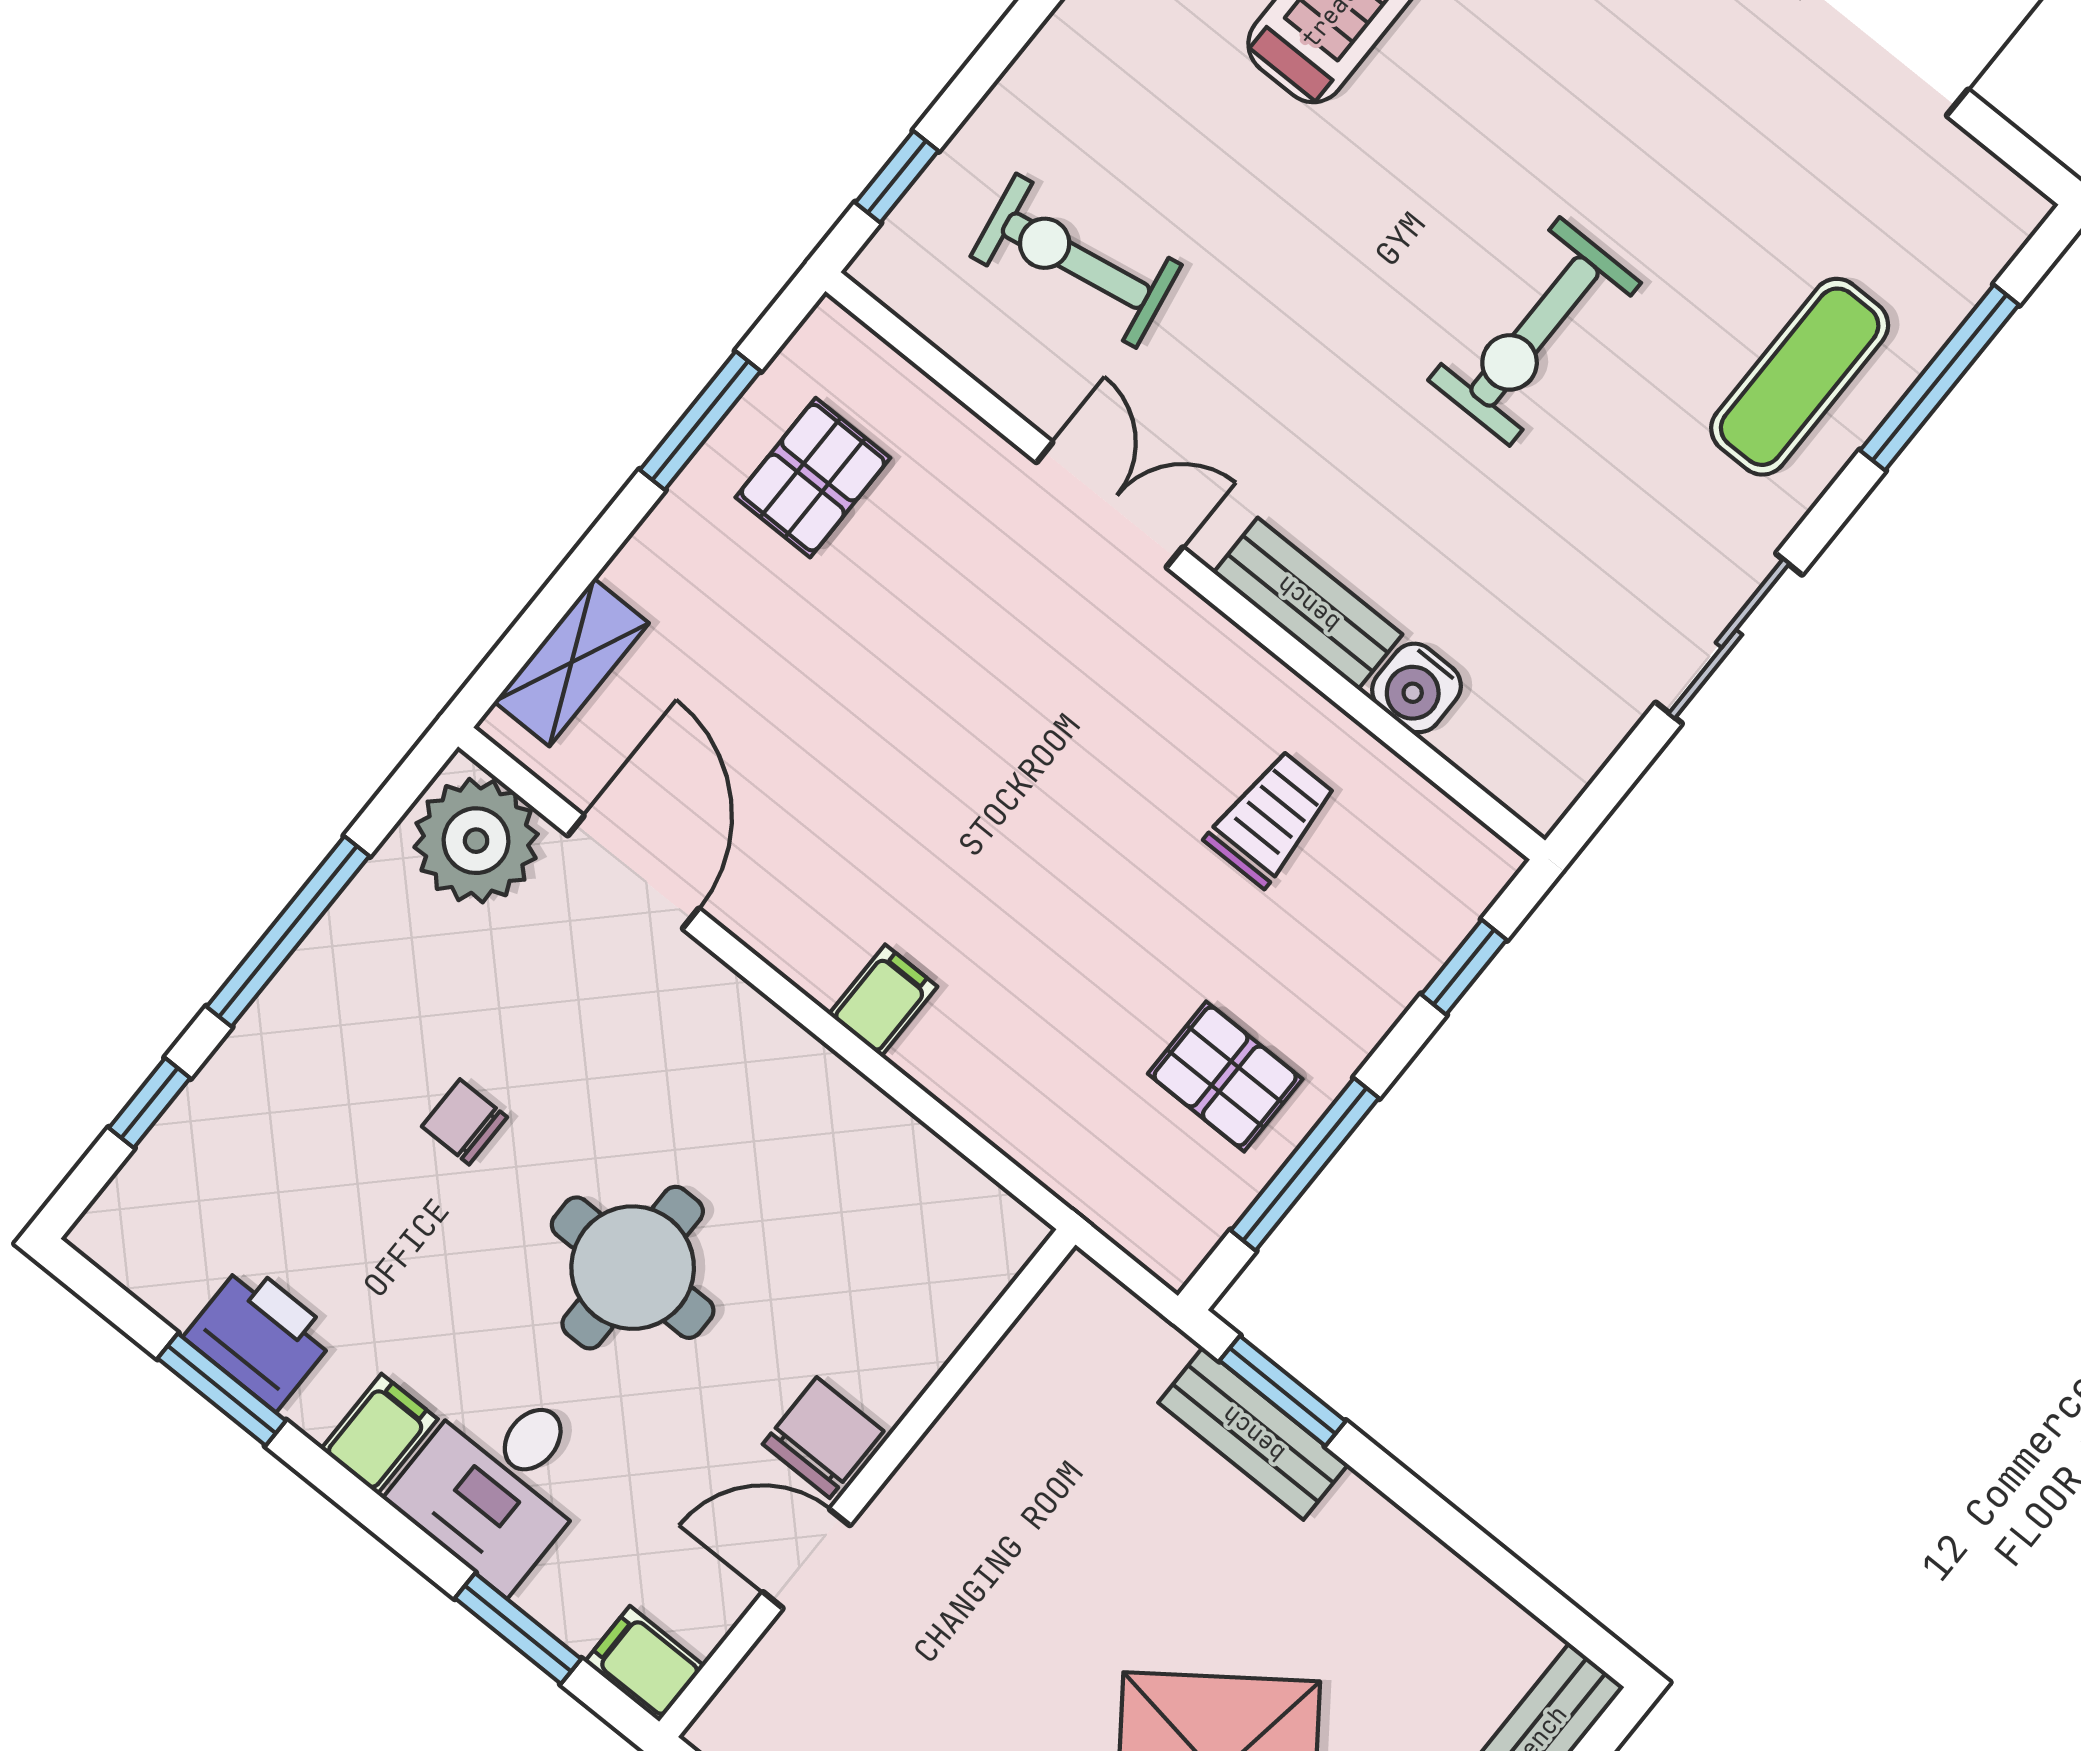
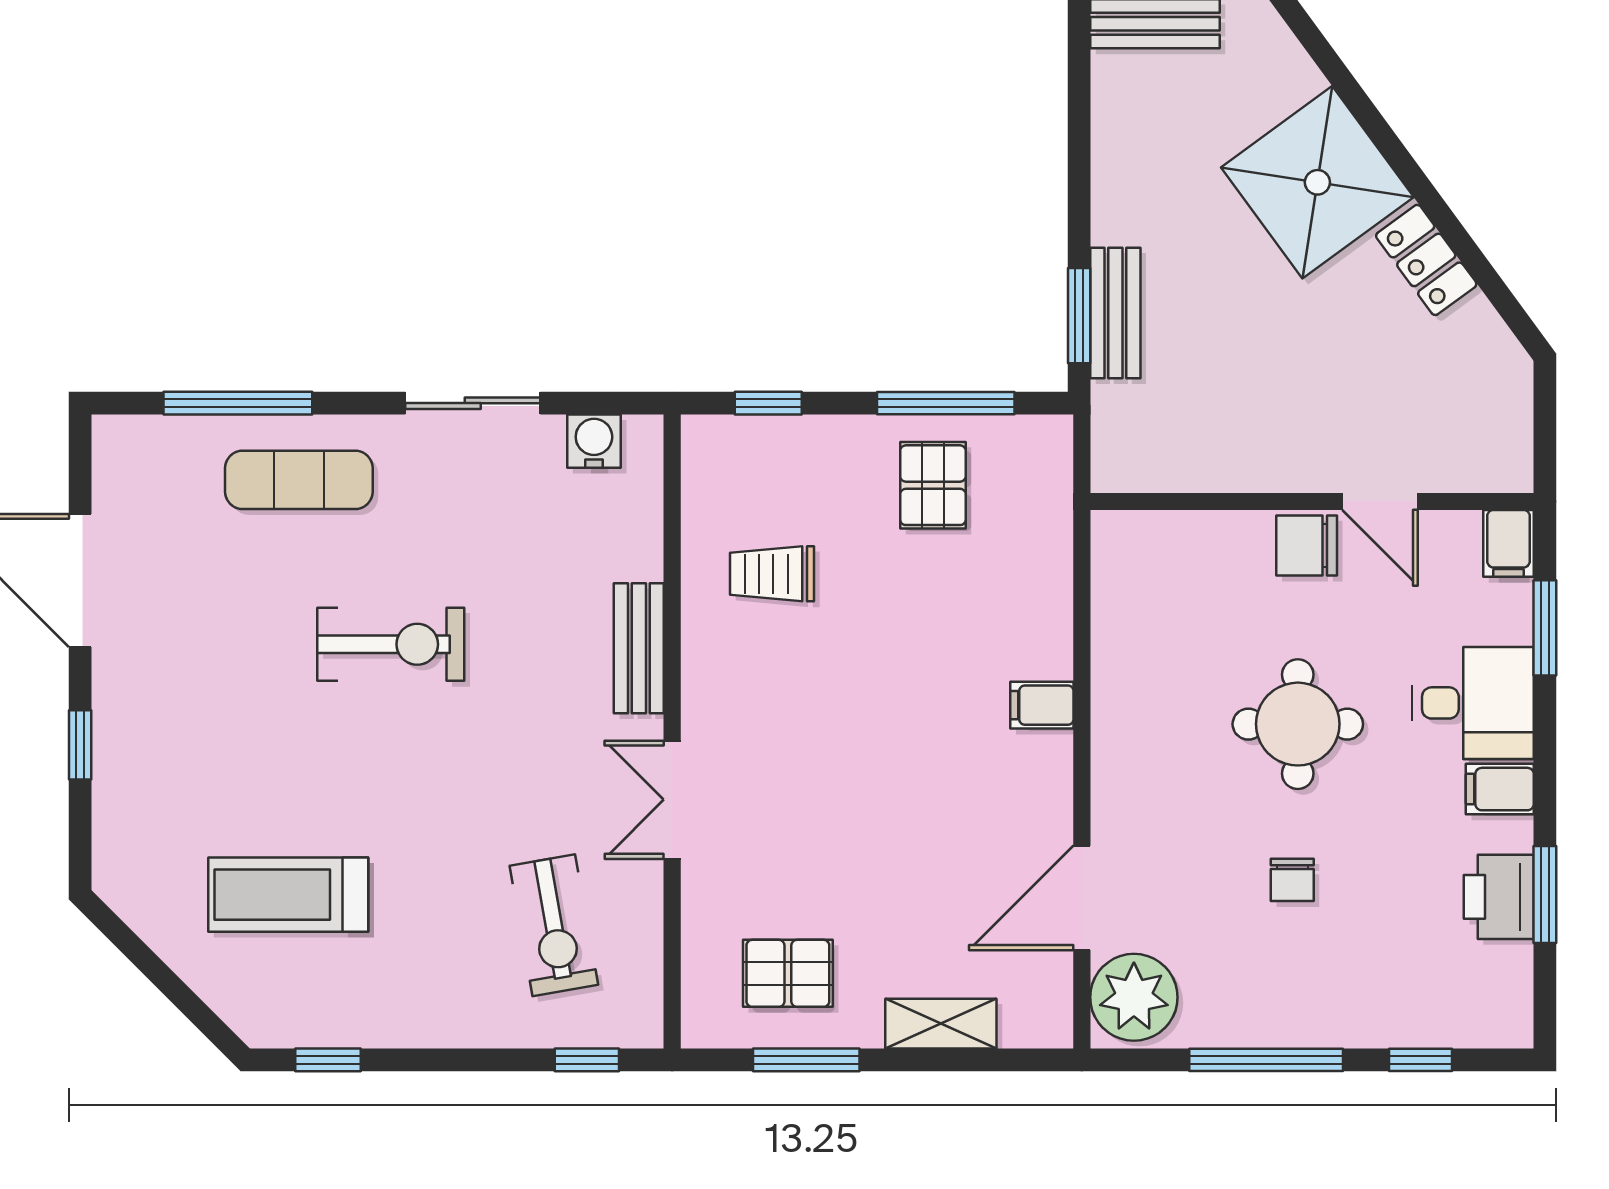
shelving: (571, 662) -> (941, 1024), moved
water cooler: (1416, 688) -> (594, 441), moved, turned -90

